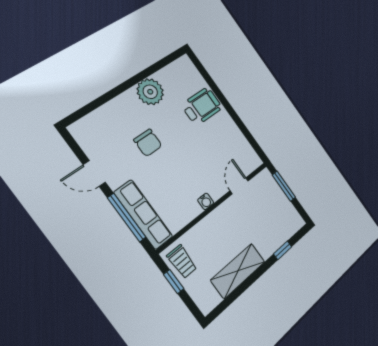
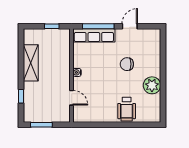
window: (284, 186) -> (41, 125), moved
trolley: (182, 262) -> (58, 37), removed

